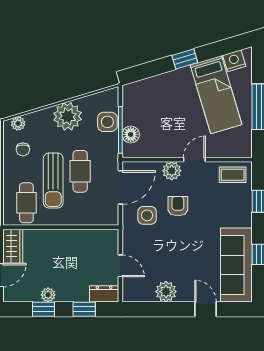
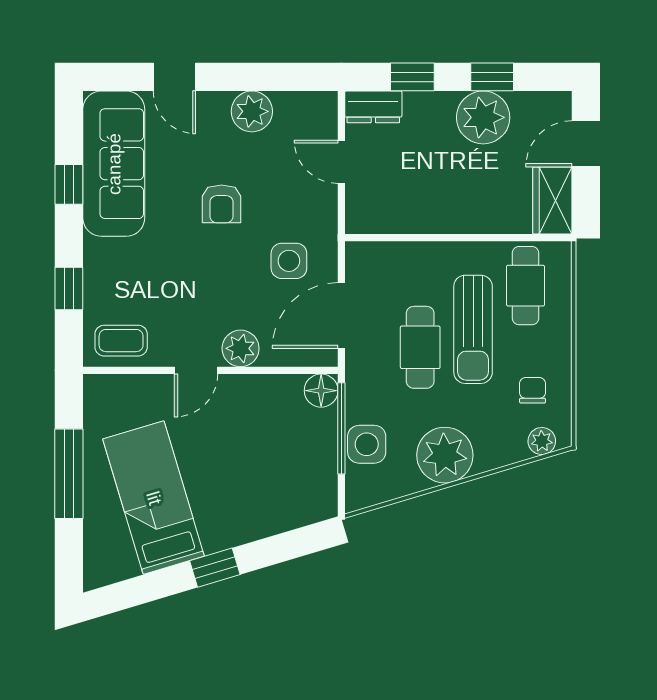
nightstand: (234, 61) -> (118, 564), removed
floor lamp: (131, 134) -> (321, 391), moved
sun lounger: (53, 180) -> (473, 329), turned 180
armchair: (178, 206) -> (222, 204), moved
plant: (48, 295) -> (483, 117), width x1.88, depth x1.88

